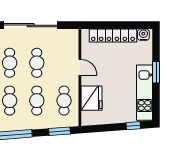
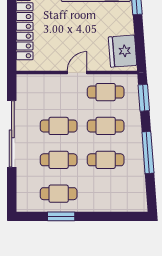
door: (80, 67) -> (77, 72), moved
fridge: (91, 98) -> (123, 51), moved, turned -94

